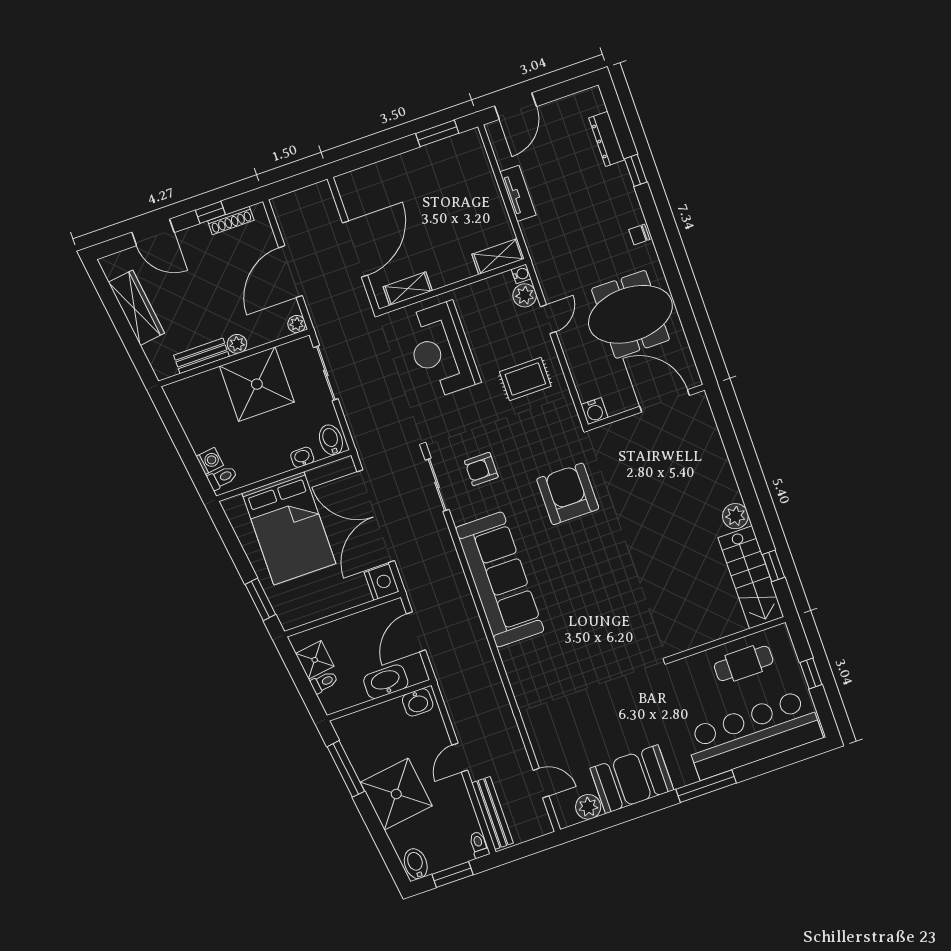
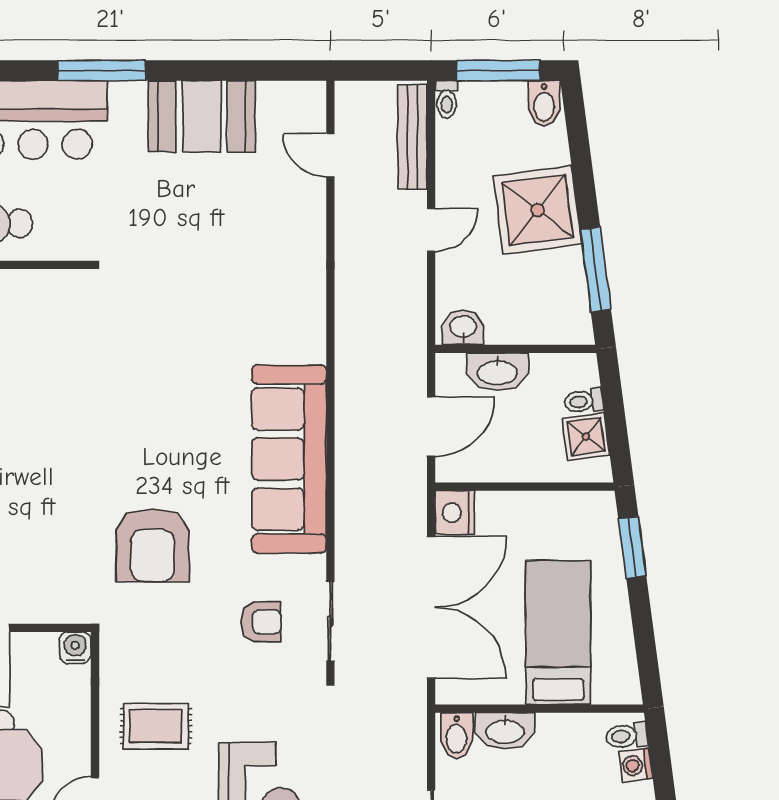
washbasin: (302, 457) -> (505, 731), width x1.91, depth x1.45
bed: (289, 528) -> (558, 633), width x0.67
plant: (588, 807) -> (276, 99), removed
window: (452, 874) -> (498, 71), width x1.44

